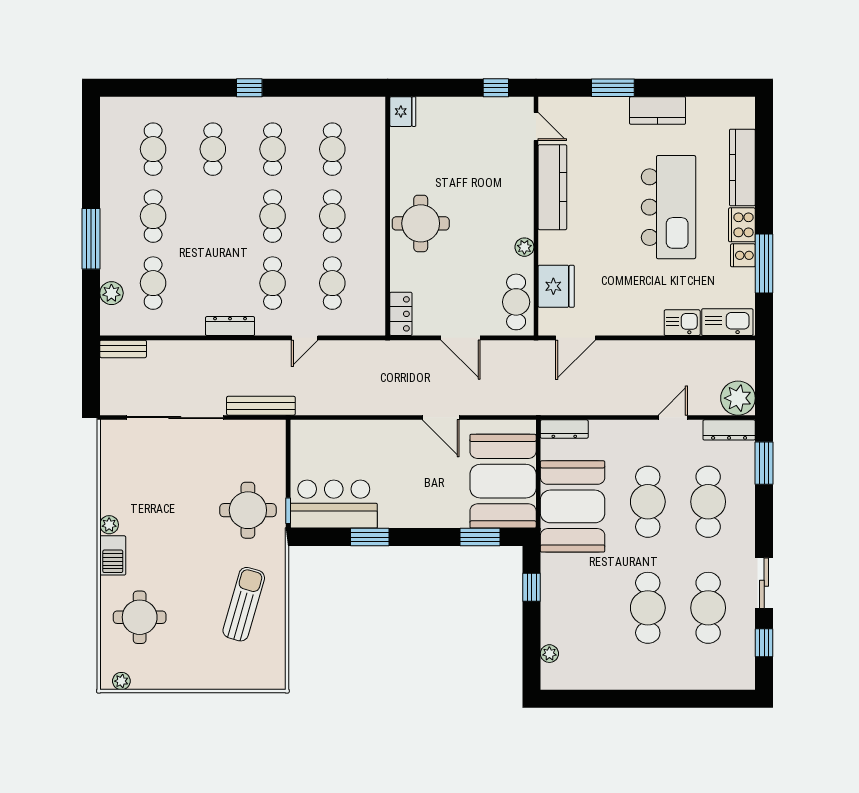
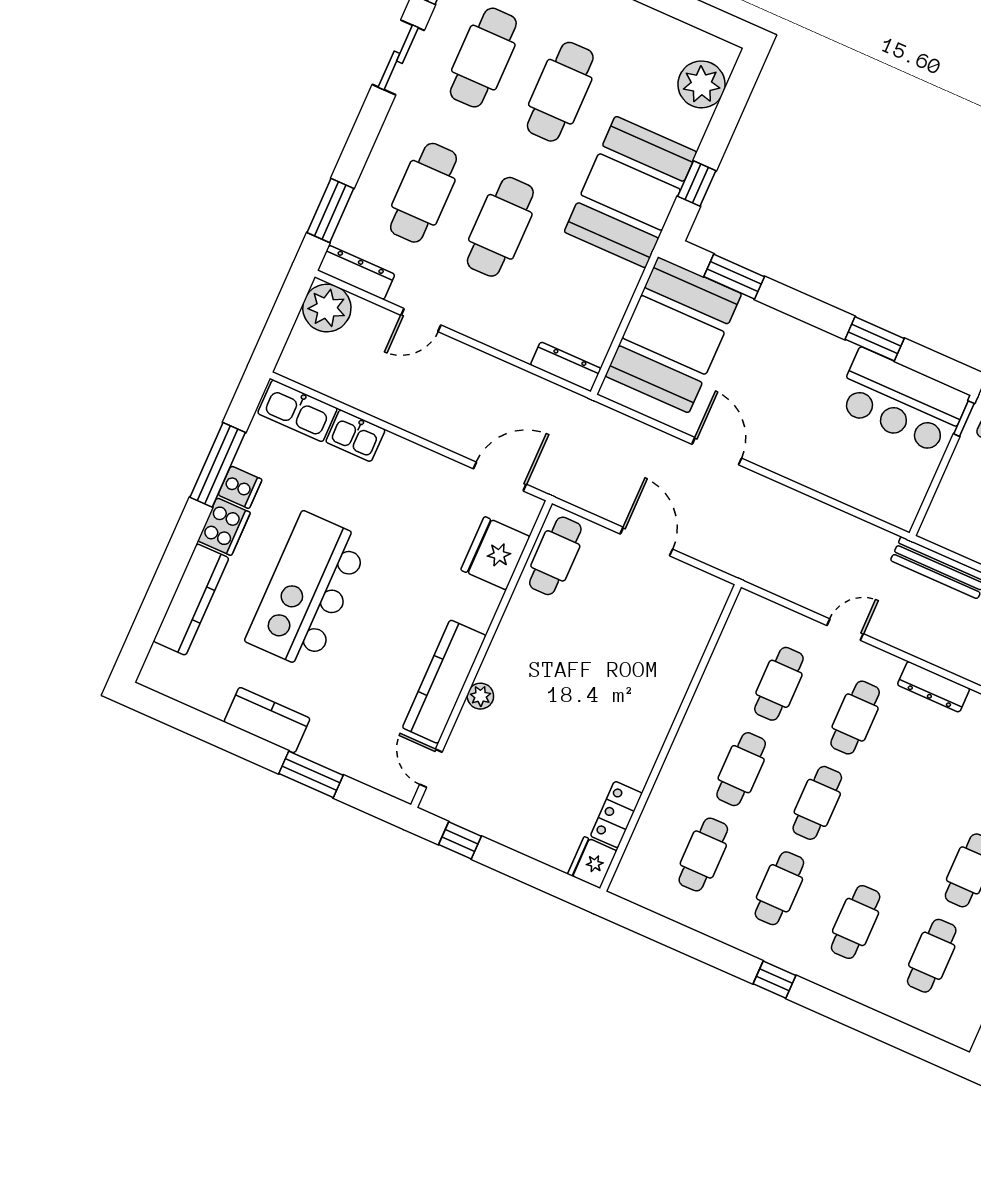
round table: (421, 223) -> (633, 710), removed
plant: (524, 247) -> (480, 696), moved
locker: (401, 314) -> (616, 815), moved
booth: (573, 506) -> (631, 192), moved
plant: (549, 654) -> (701, 84), width x1.88, depth x1.88

